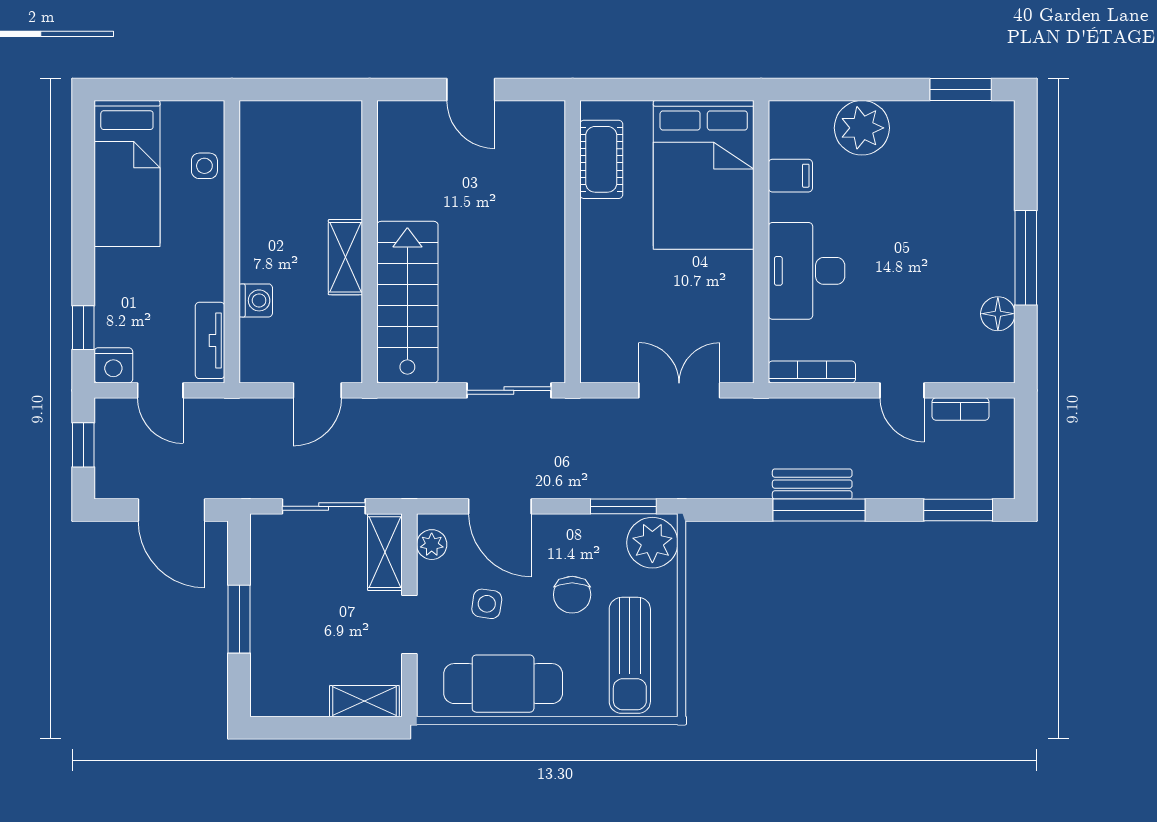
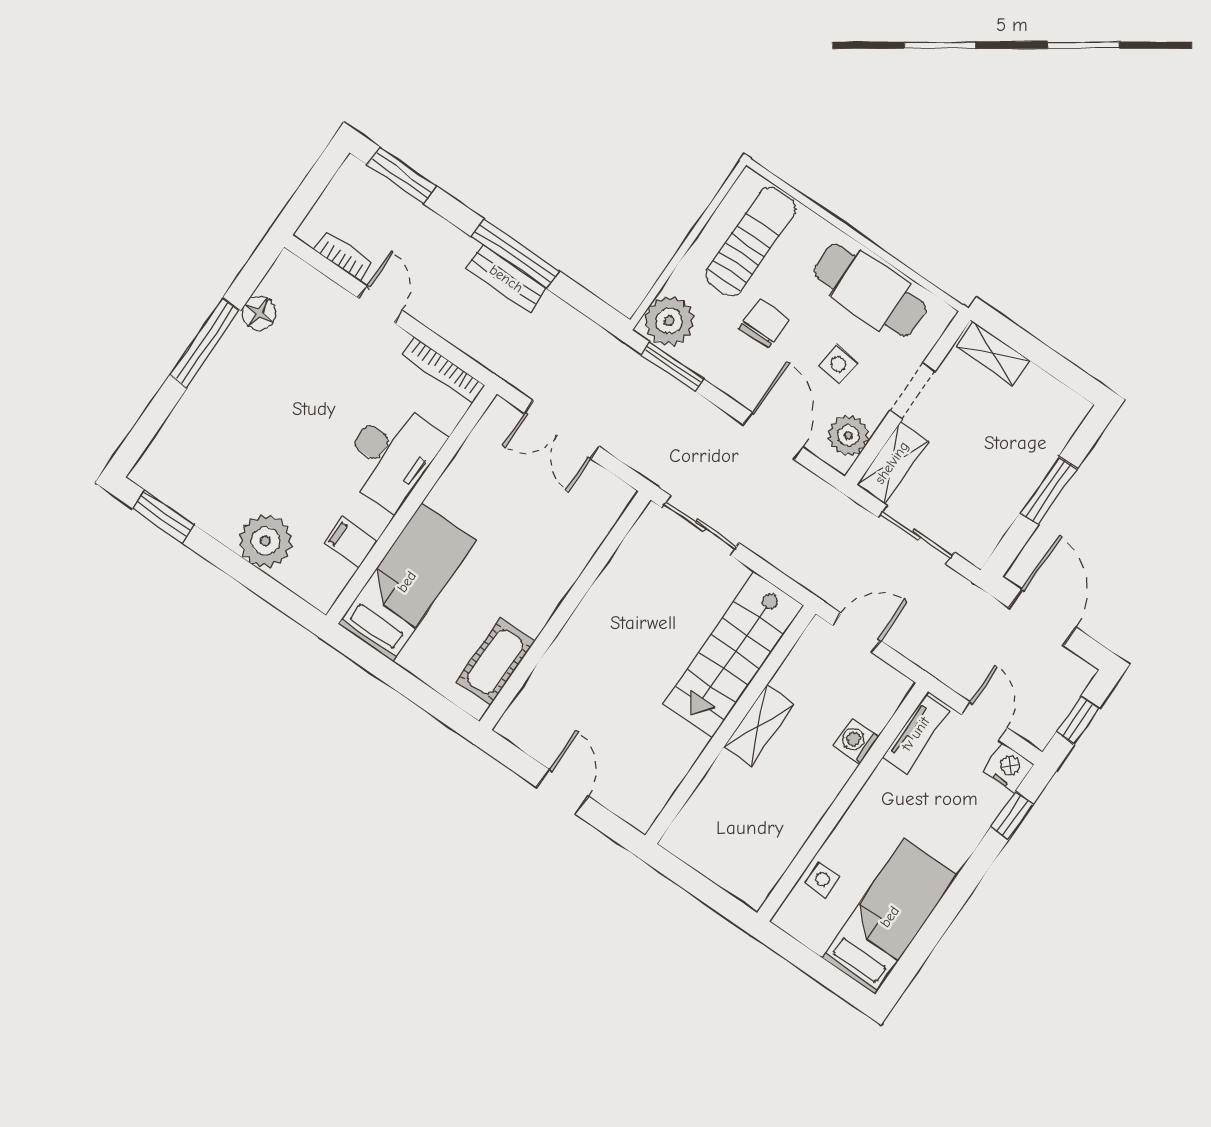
bed: (704, 175) -> (407, 582), width x0.67
plant: (432, 545) -> (848, 435), width x1.38, depth x1.38

